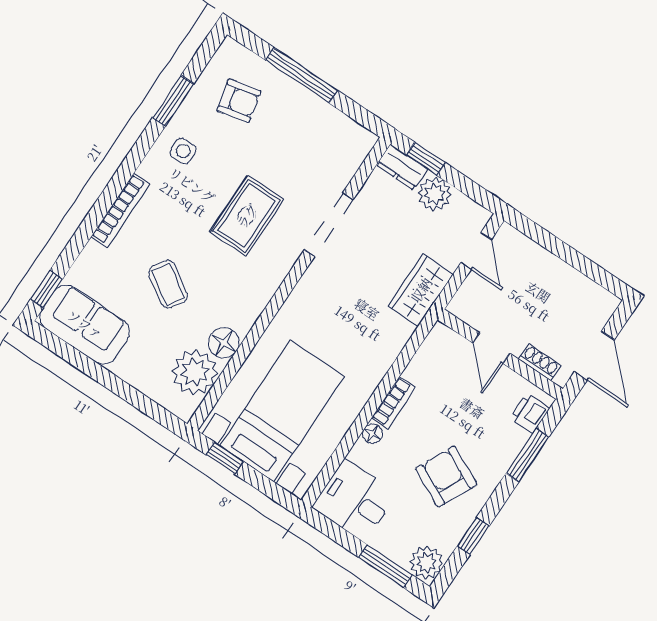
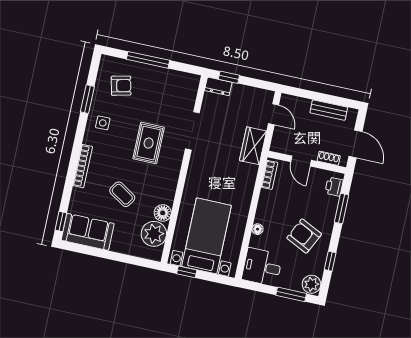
plant: (435, 194) -> (240, 94), removed
bench: (572, 281) -> (329, 110), added
bookcase: (394, 403) -> (269, 175), moved

